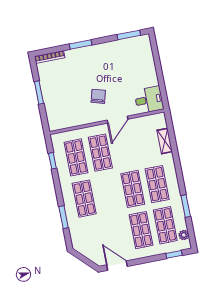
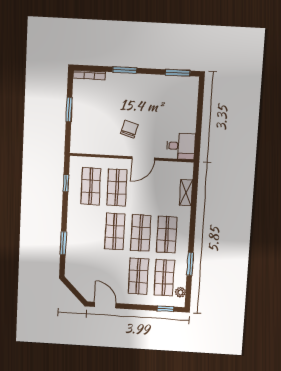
shop shelf: (84, 199) -> (115, 231), moved

